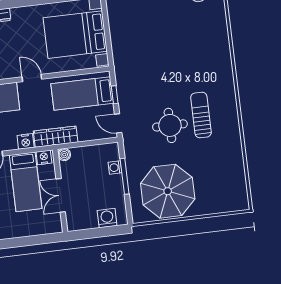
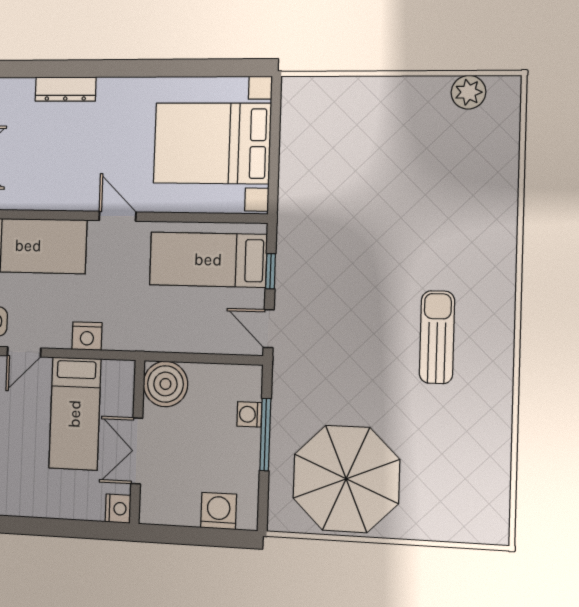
round table: (170, 125) -> (371, 348), removed
wardrobe: (56, 137) -> (144, 336), removed
boiler: (64, 155) -> (165, 384), width x1.86, depth x1.86
nightstand: (44, 157) -> (118, 509), moved, turned 90

